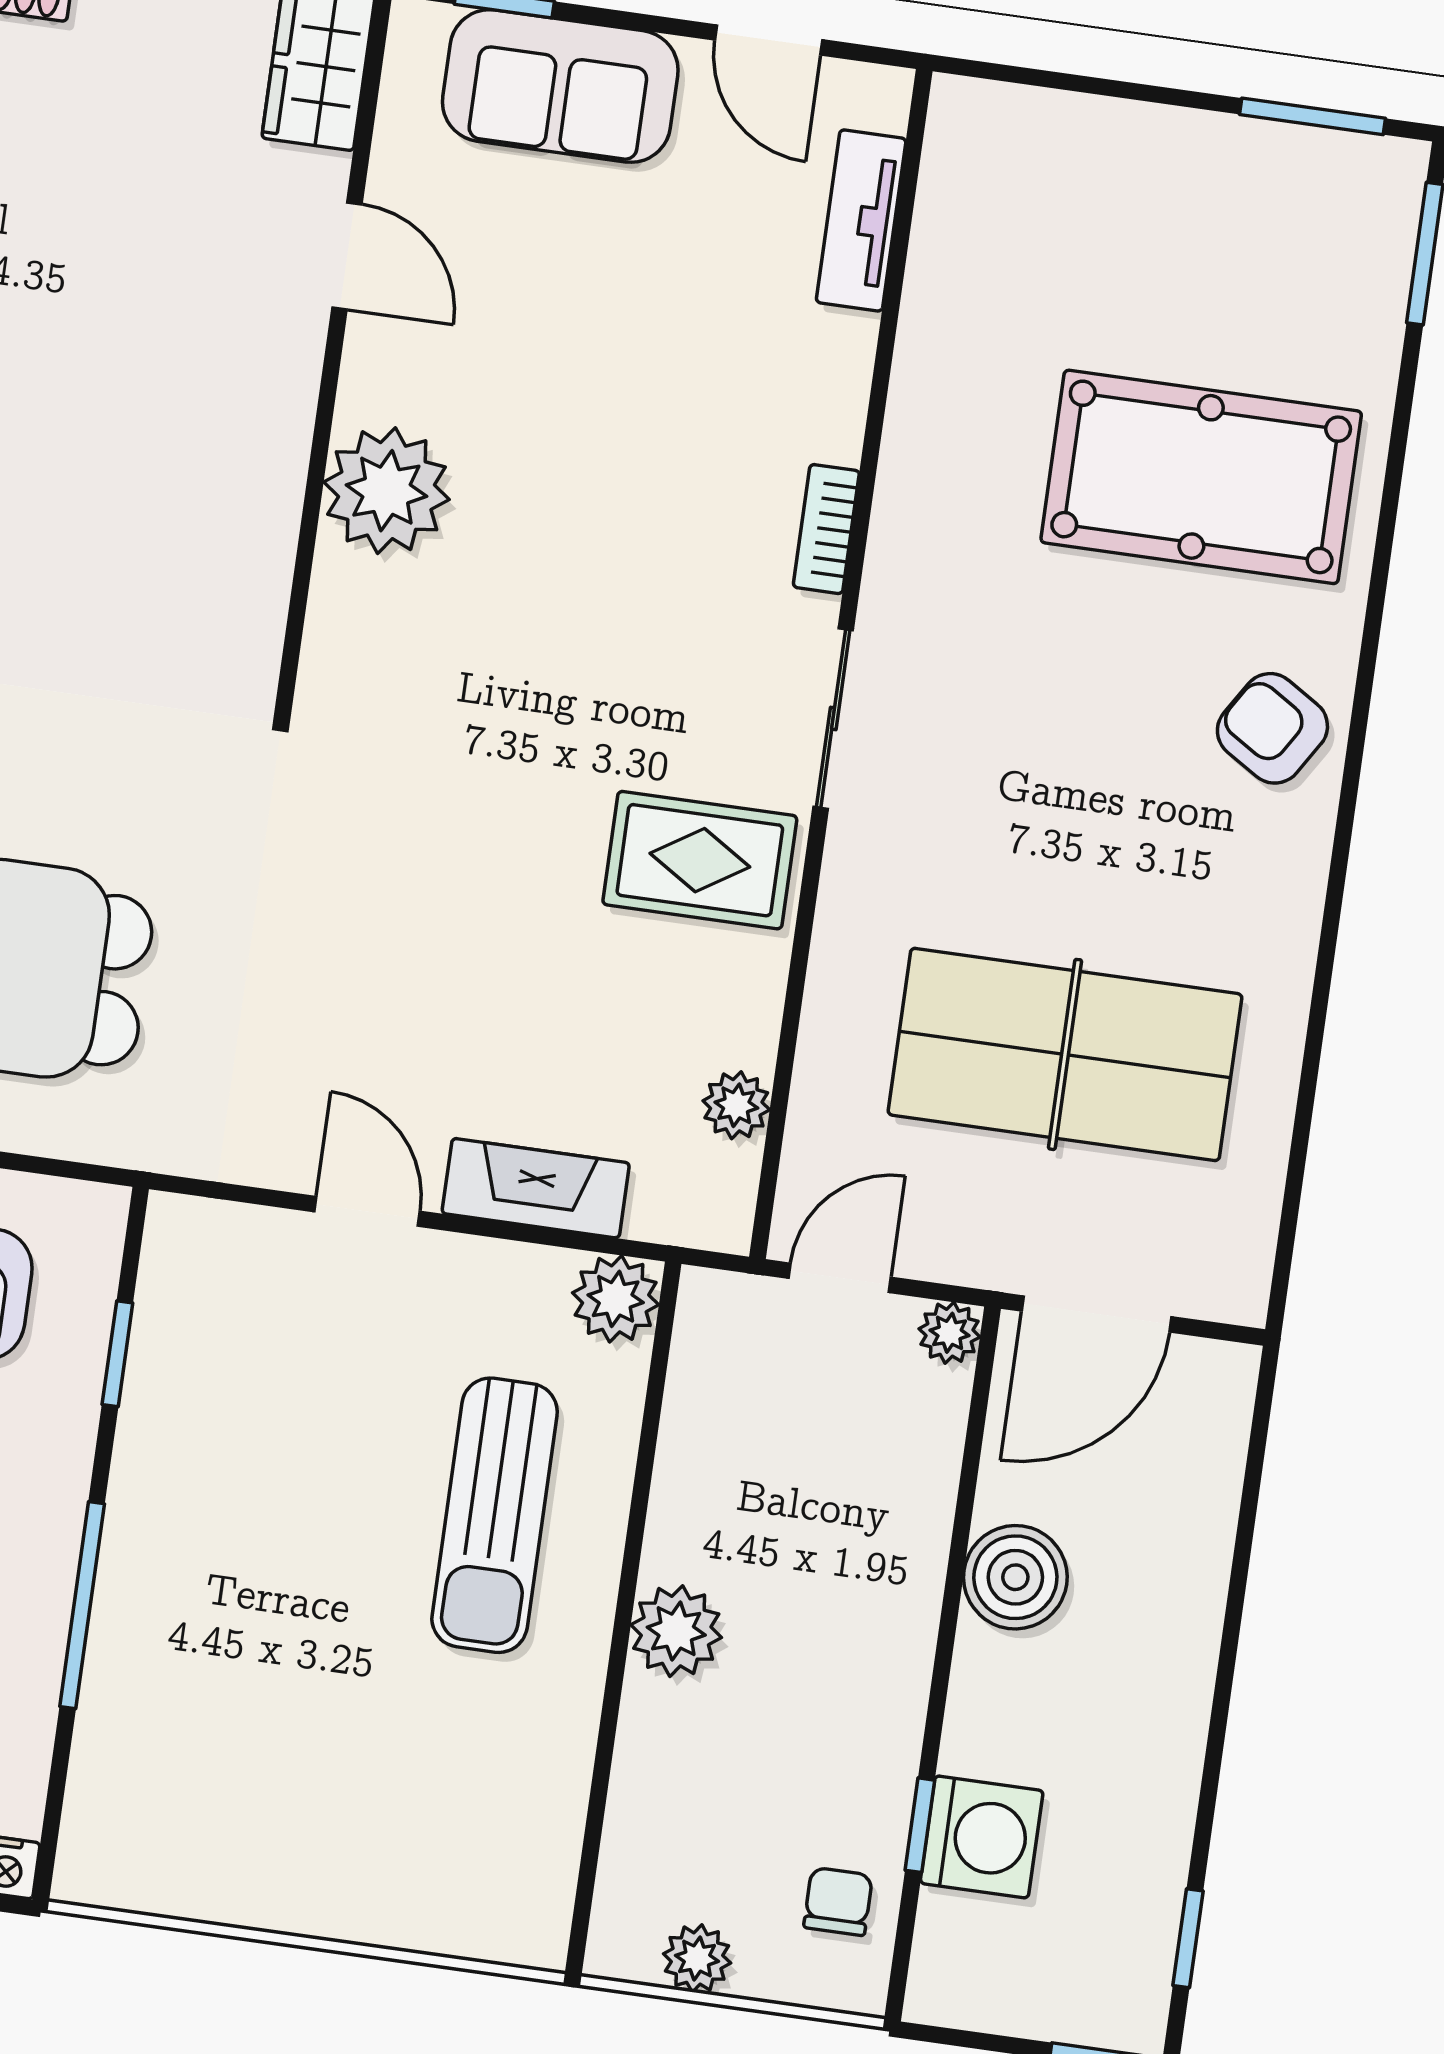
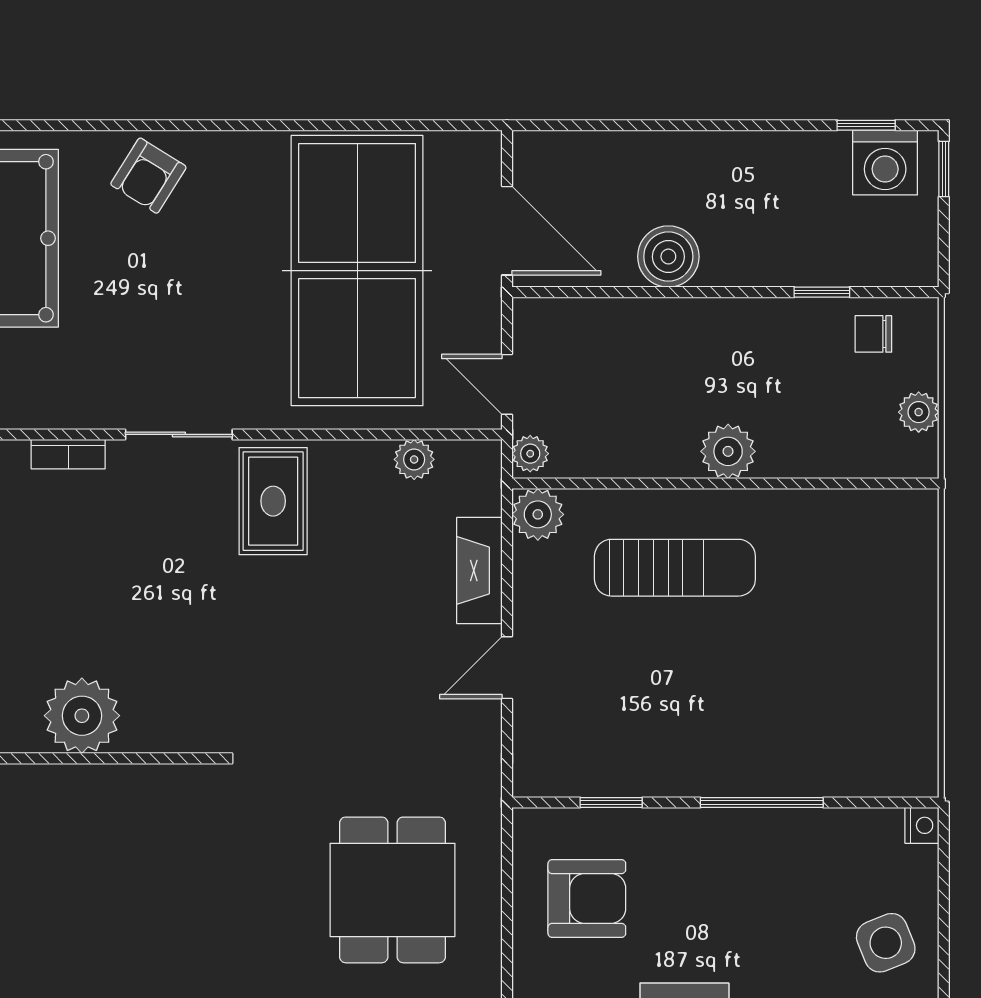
table tennis table: (1065, 1054) -> (357, 271), width x1.36, depth x1.32
plant: (950, 1333) -> (530, 454), moved
washing machine: (982, 1837) -> (885, 163), moved, turned 180

